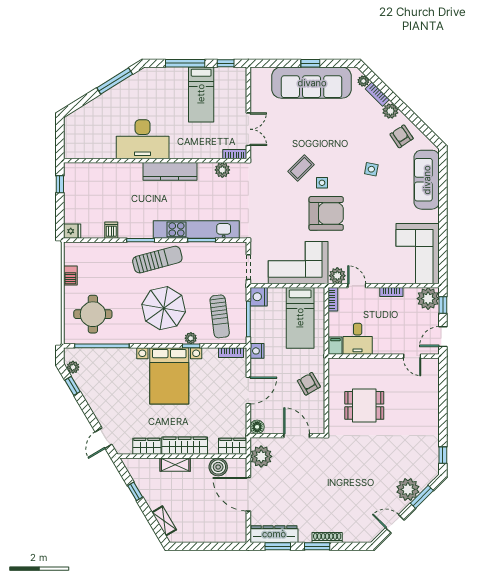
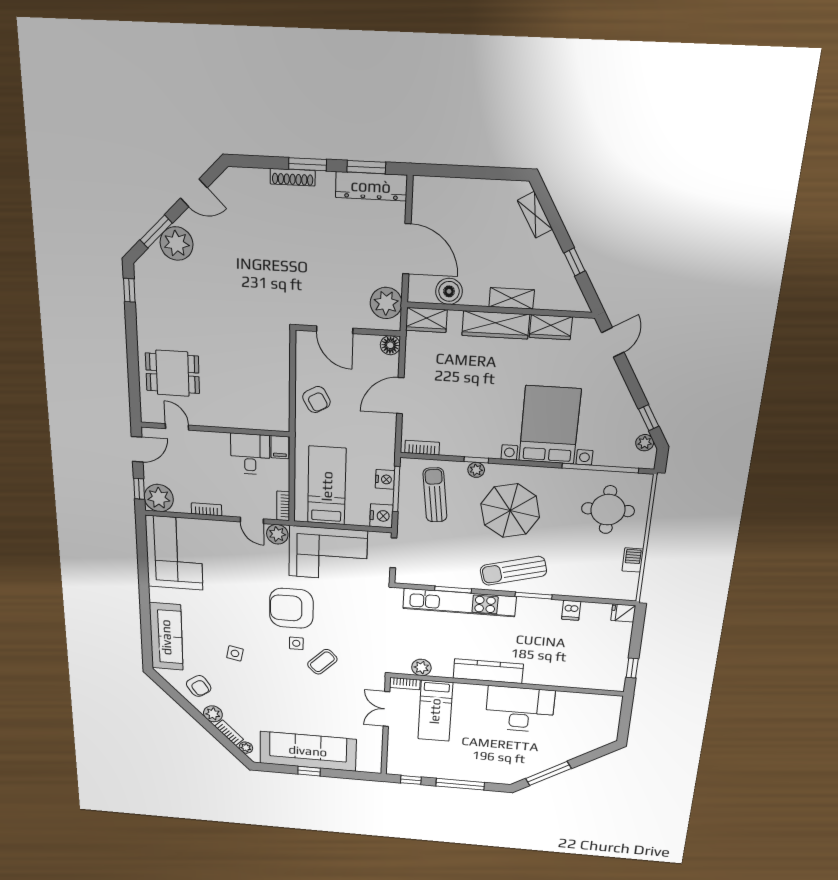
bed: (201, 94) -> (435, 711), moved, turned 180
nightstand: (257, 351) -> (385, 479), moved
bed with nightstands: (169, 376) -> (550, 425), moved
dining table: (364, 405) -> (172, 373), moved

